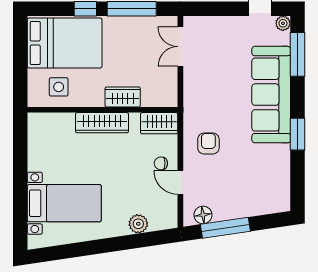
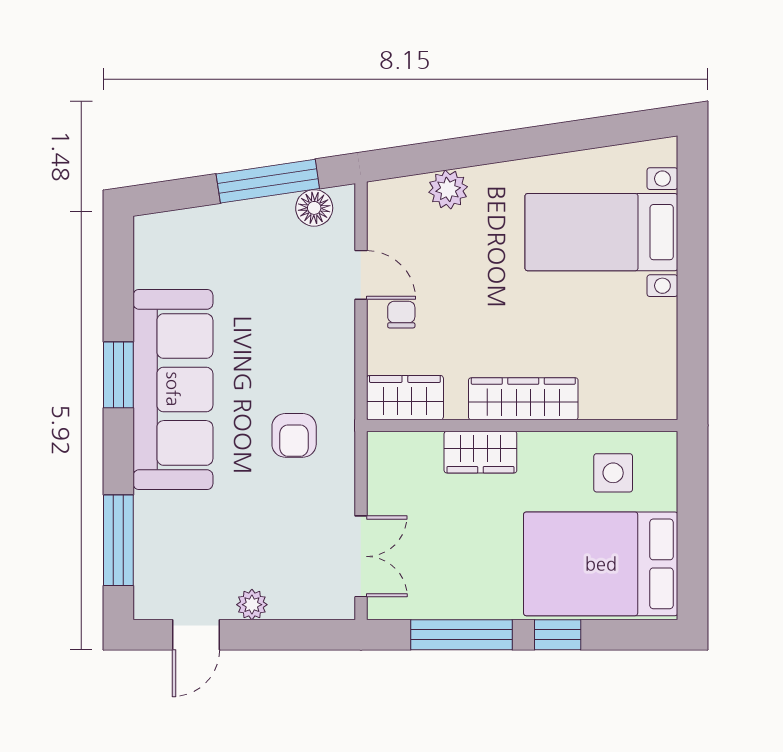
plant: (283, 23) -> (252, 605), moved
sofa: (271, 95) -> (173, 389), moved
armchair: (208, 144) -> (294, 435), moved
chair: (161, 163) -> (401, 315), turned -90

